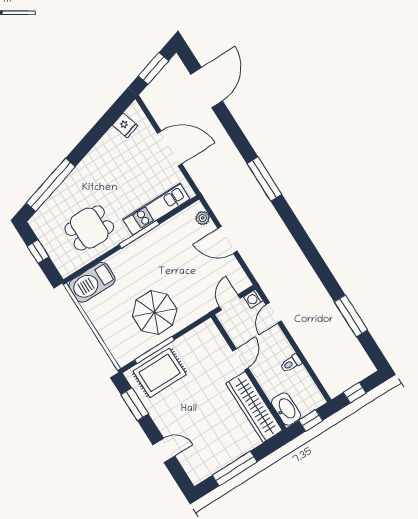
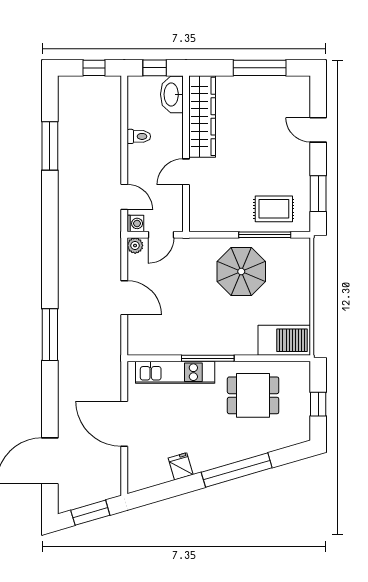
fridge: (125, 125) -> (181, 466), moved
window: (51, 185) -> (237, 470), moved
plant: (203, 218) -> (135, 246), moved
door: (274, 313) -> (124, 197), hinge flipped
rug: (160, 373) -> (274, 209), width x0.73, depth x0.70

